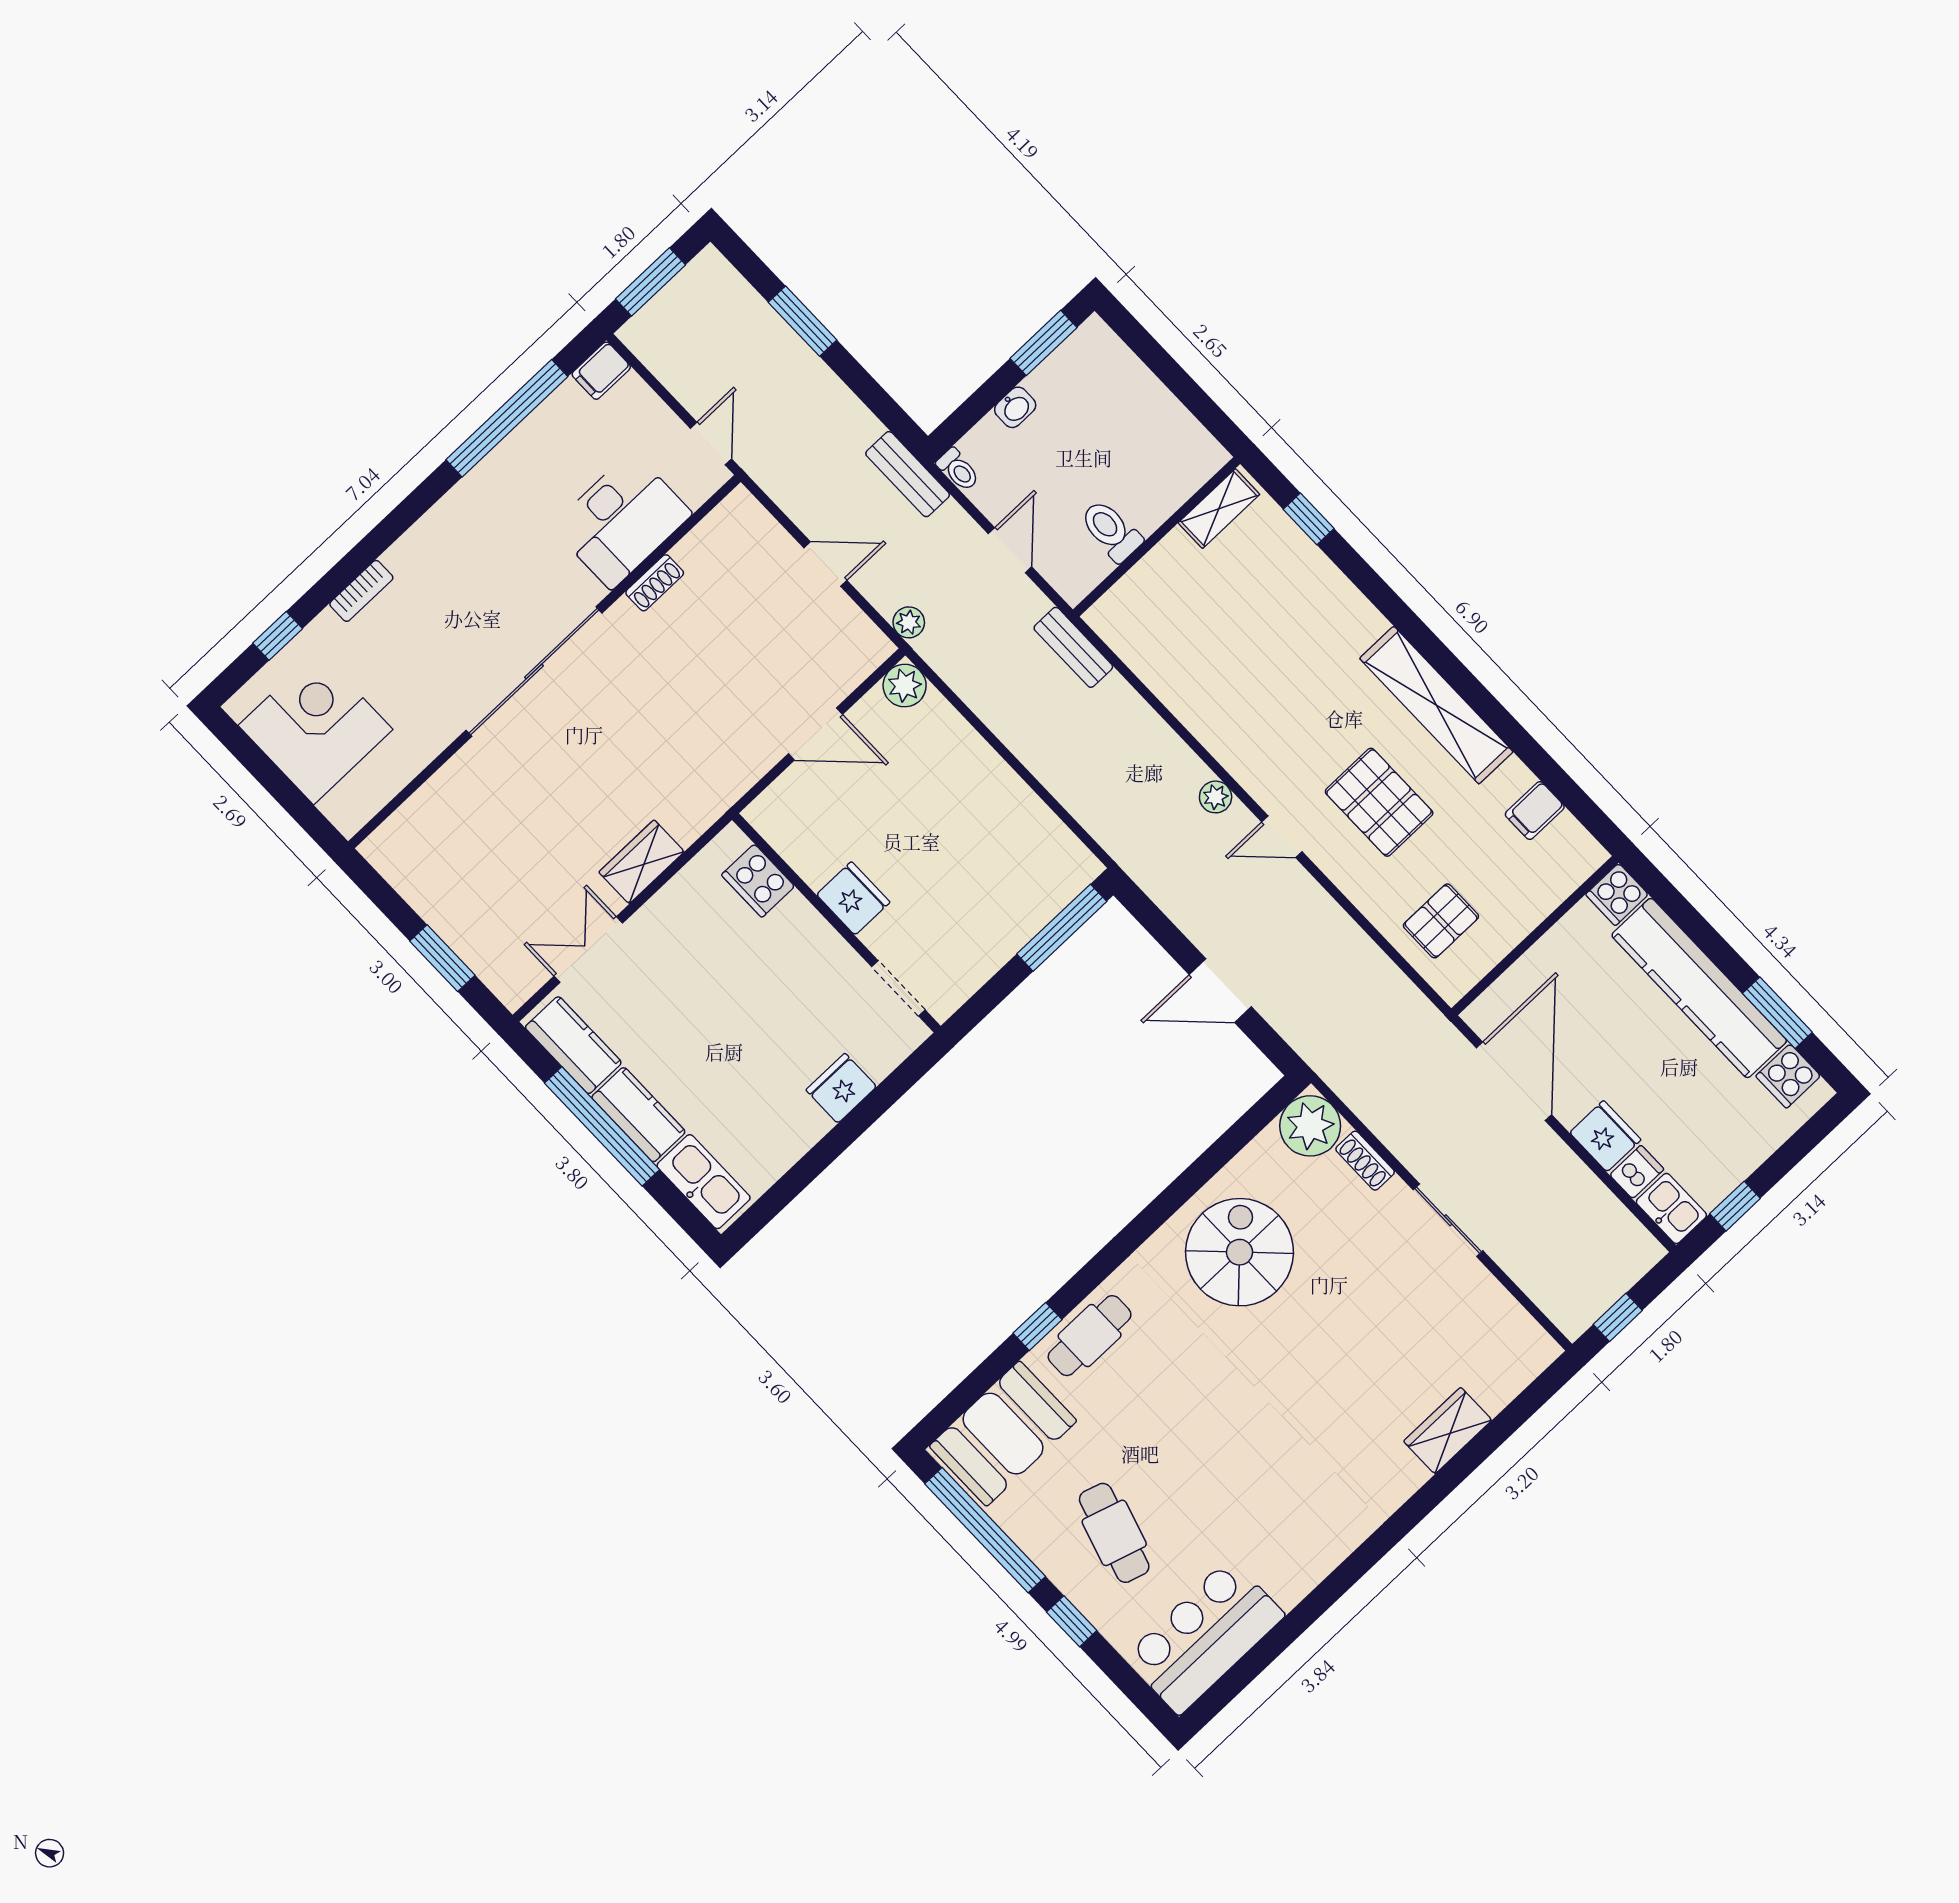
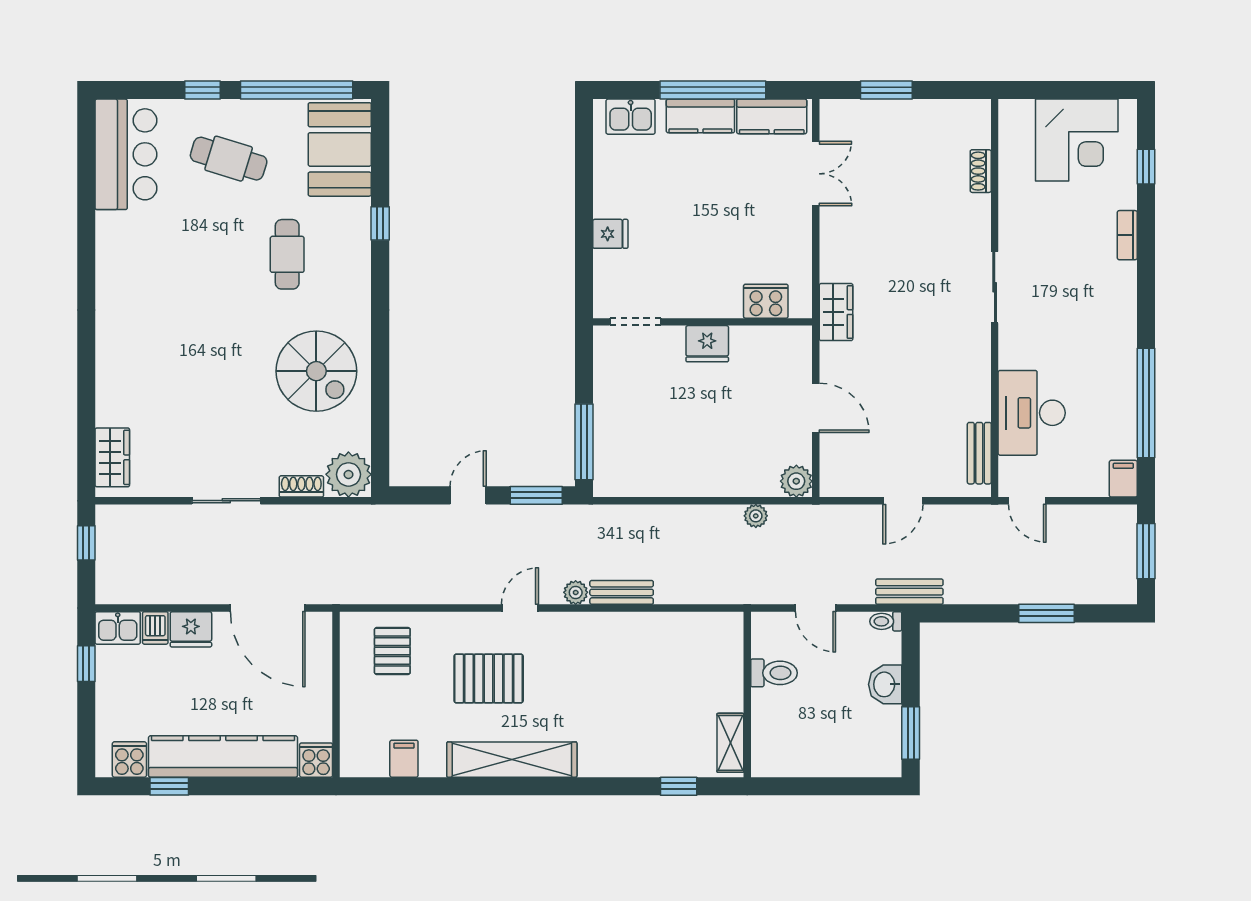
washbasin: (1015, 407) -> (885, 684), width x1.38, depth x1.45
bench: (709, 534) -> (979, 453), added
shoe rack: (655, 583) -> (981, 171), moved
plant: (909, 622) -> (756, 516), moved
bench: (1073, 647) -> (622, 592), moved
sliding door: (534, 672) -> (995, 287), width x0.54
door: (815, 734) -> (816, 408), swing flipped
wardrobe: (642, 862) -> (836, 312), moved
window: (1158, 925) -> (536, 495), added
door: (1220, 991) -> (468, 495), width x0.73
window: (1777, 1013) -> (169, 786), width x0.67
fridge: (841, 1088) -> (610, 234), width x0.72
kitchen sink: (704, 1182) -> (631, 117), width x0.73
cafe table: (1090, 1336) -> (287, 254), moved
wardrobe: (1448, 1431) -> (112, 457), moved

